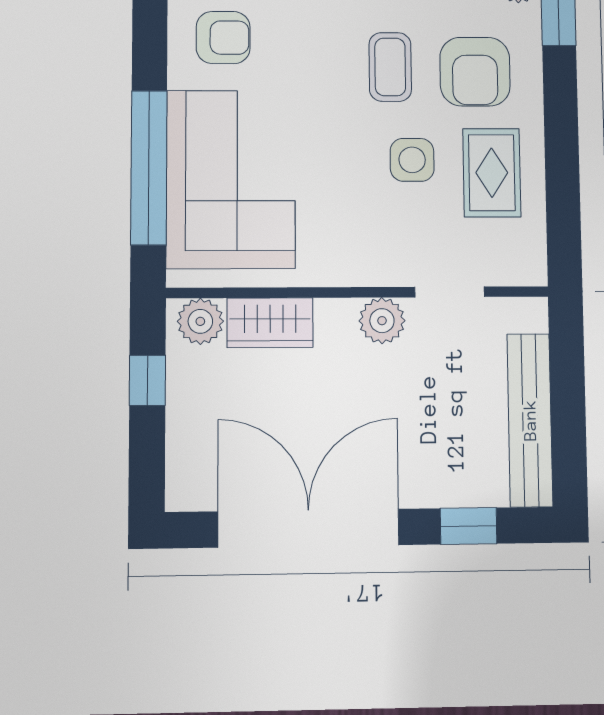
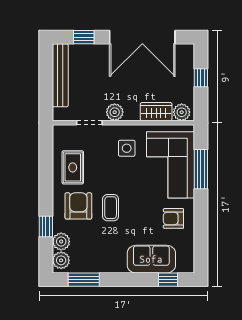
side table: (412, 160) -> (127, 148), moved
window: (149, 168) -> (201, 169), width x0.68
window: (147, 380) -> (201, 78), moved

